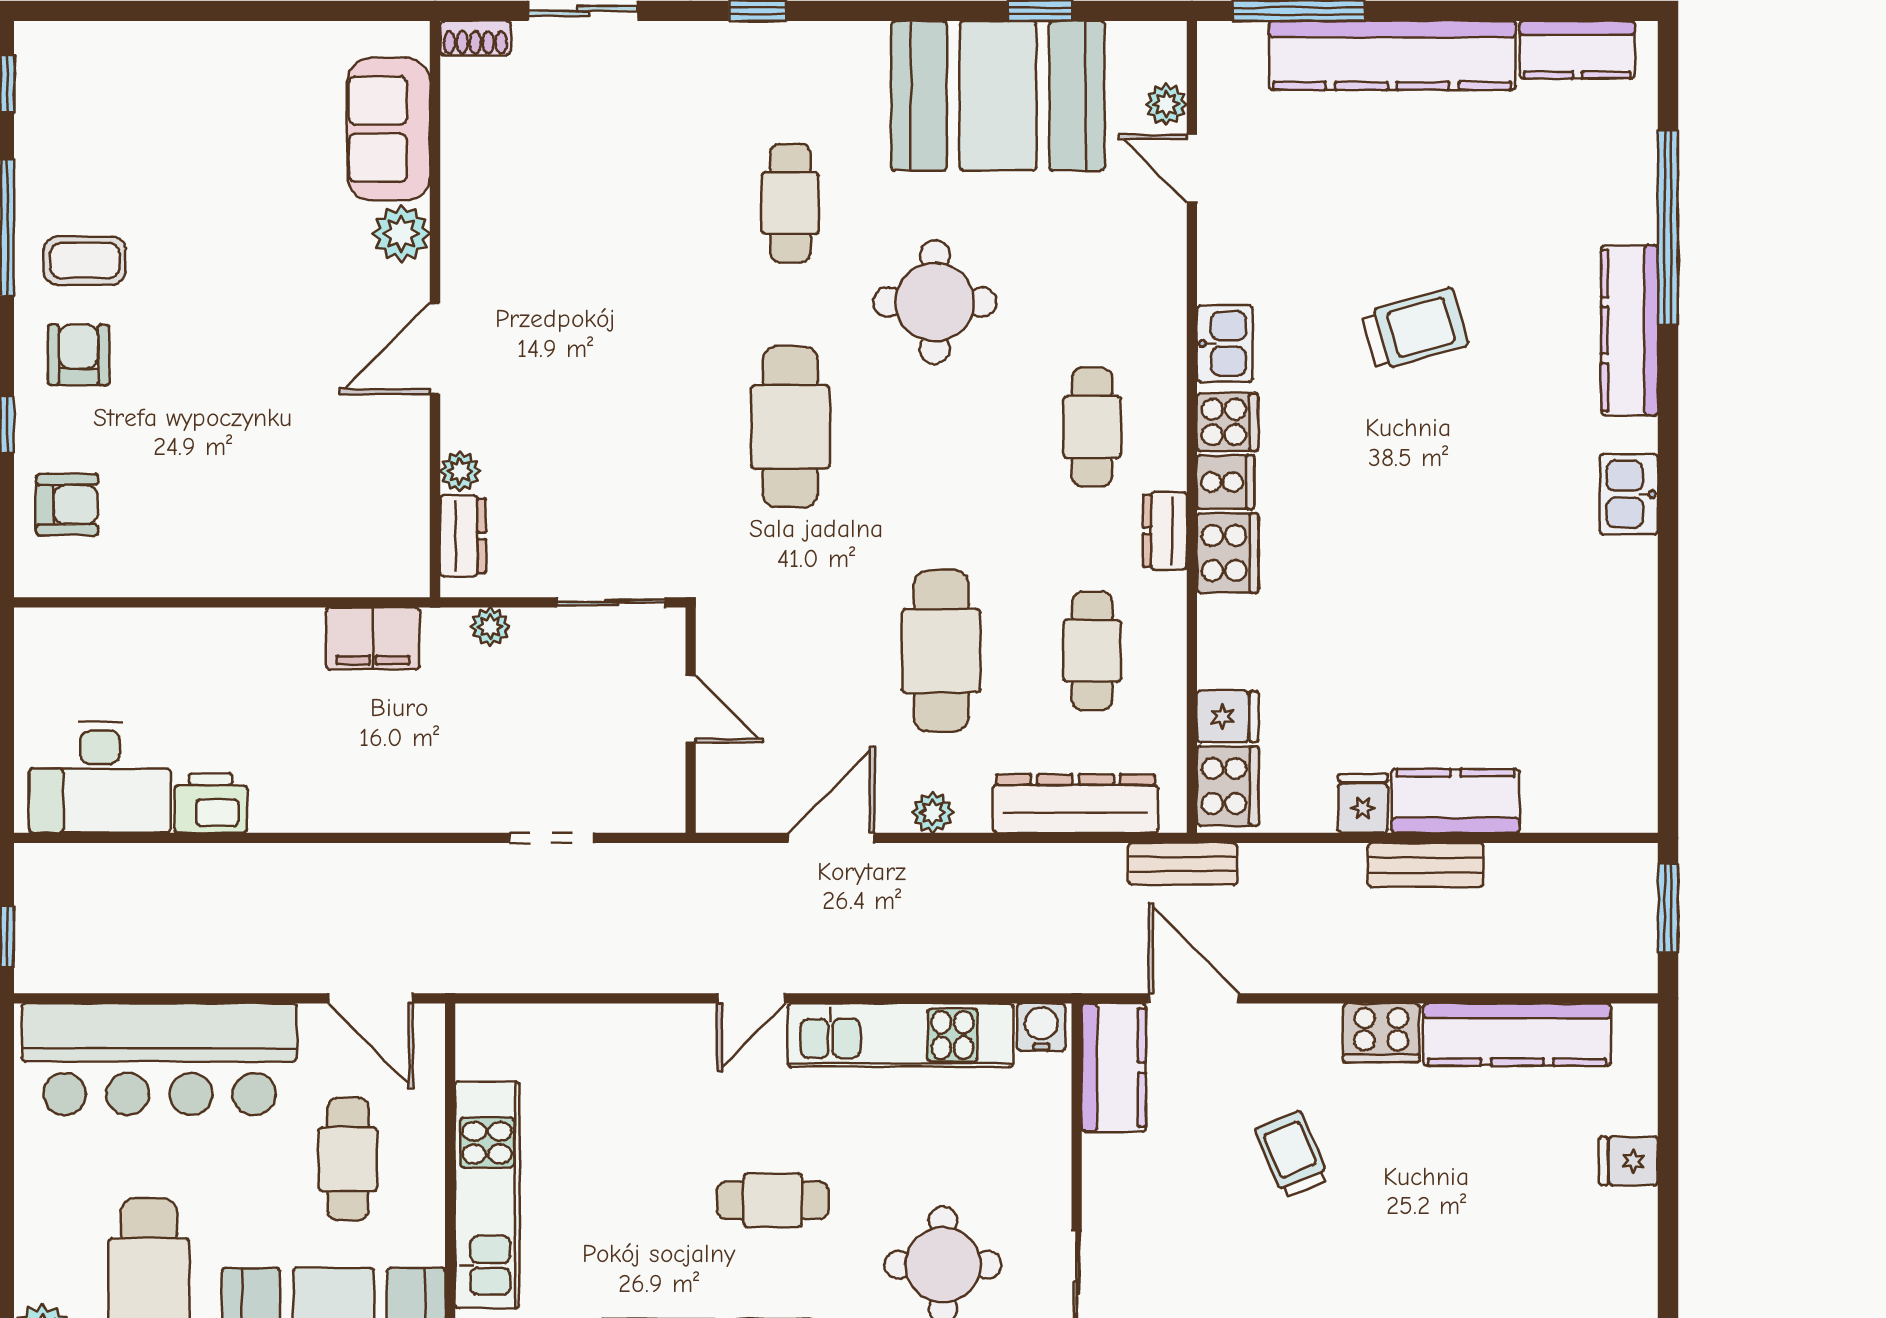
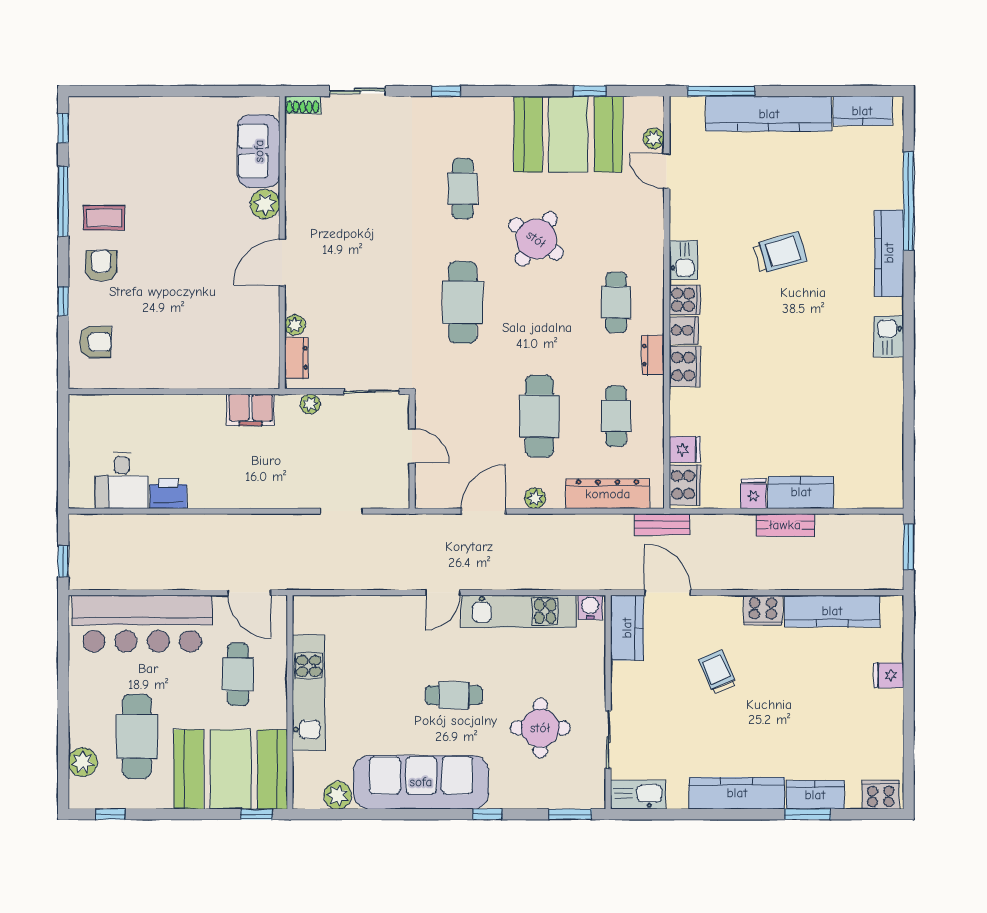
round table: (935, 302) -> (536, 239), turned 35
desk: (100, 777) -> (122, 480), width x0.73

